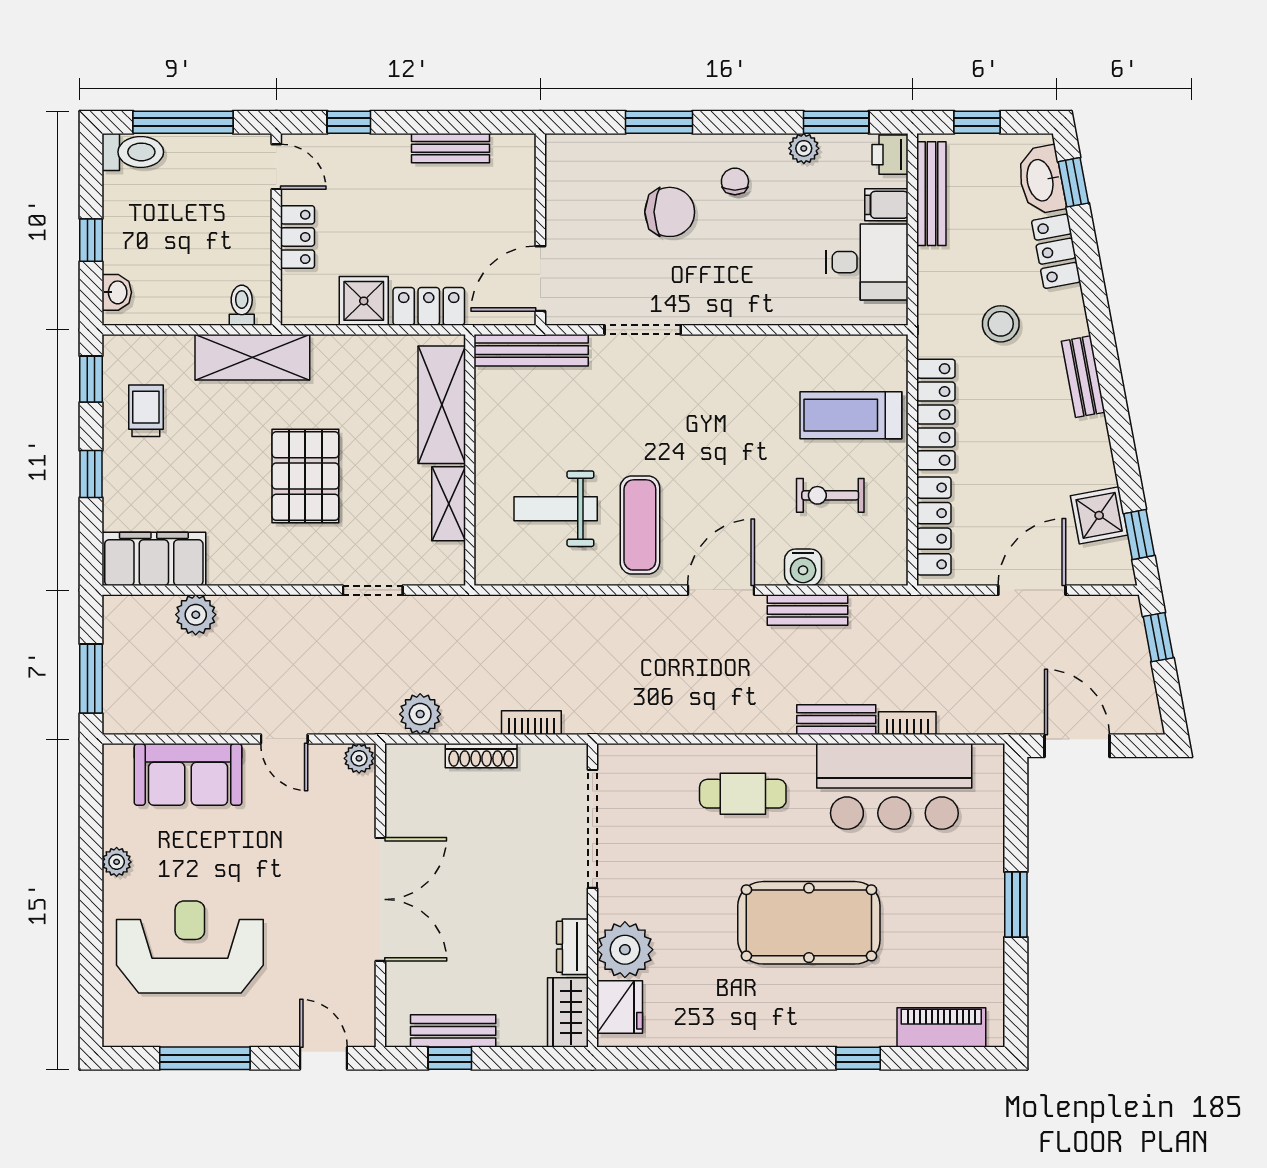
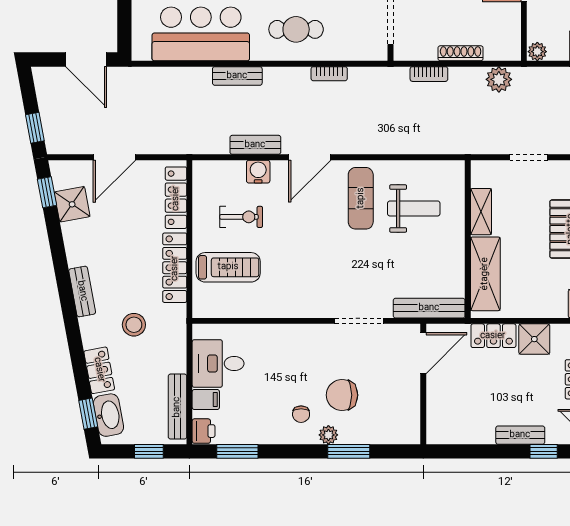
bench: (451, 148) -> (520, 435), moved
plant: (804, 148) -> (328, 435), moved
bookcase: (907, 723) -> (329, 74), moved

